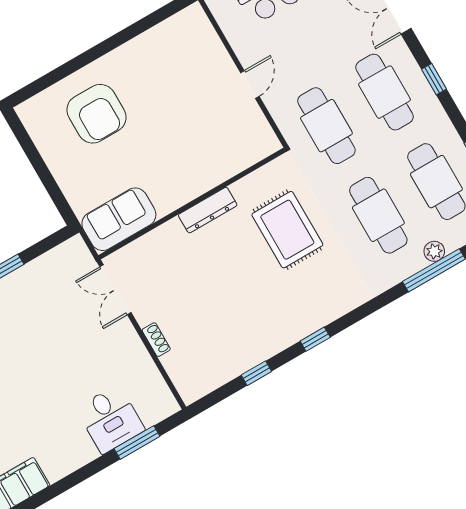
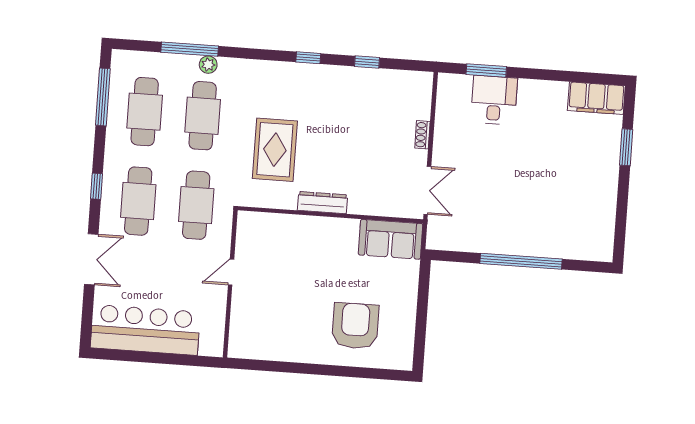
plant: (434, 251) -> (208, 65), moved

